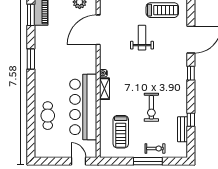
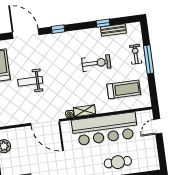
door: (98, 30) -> (45, 122), moved

